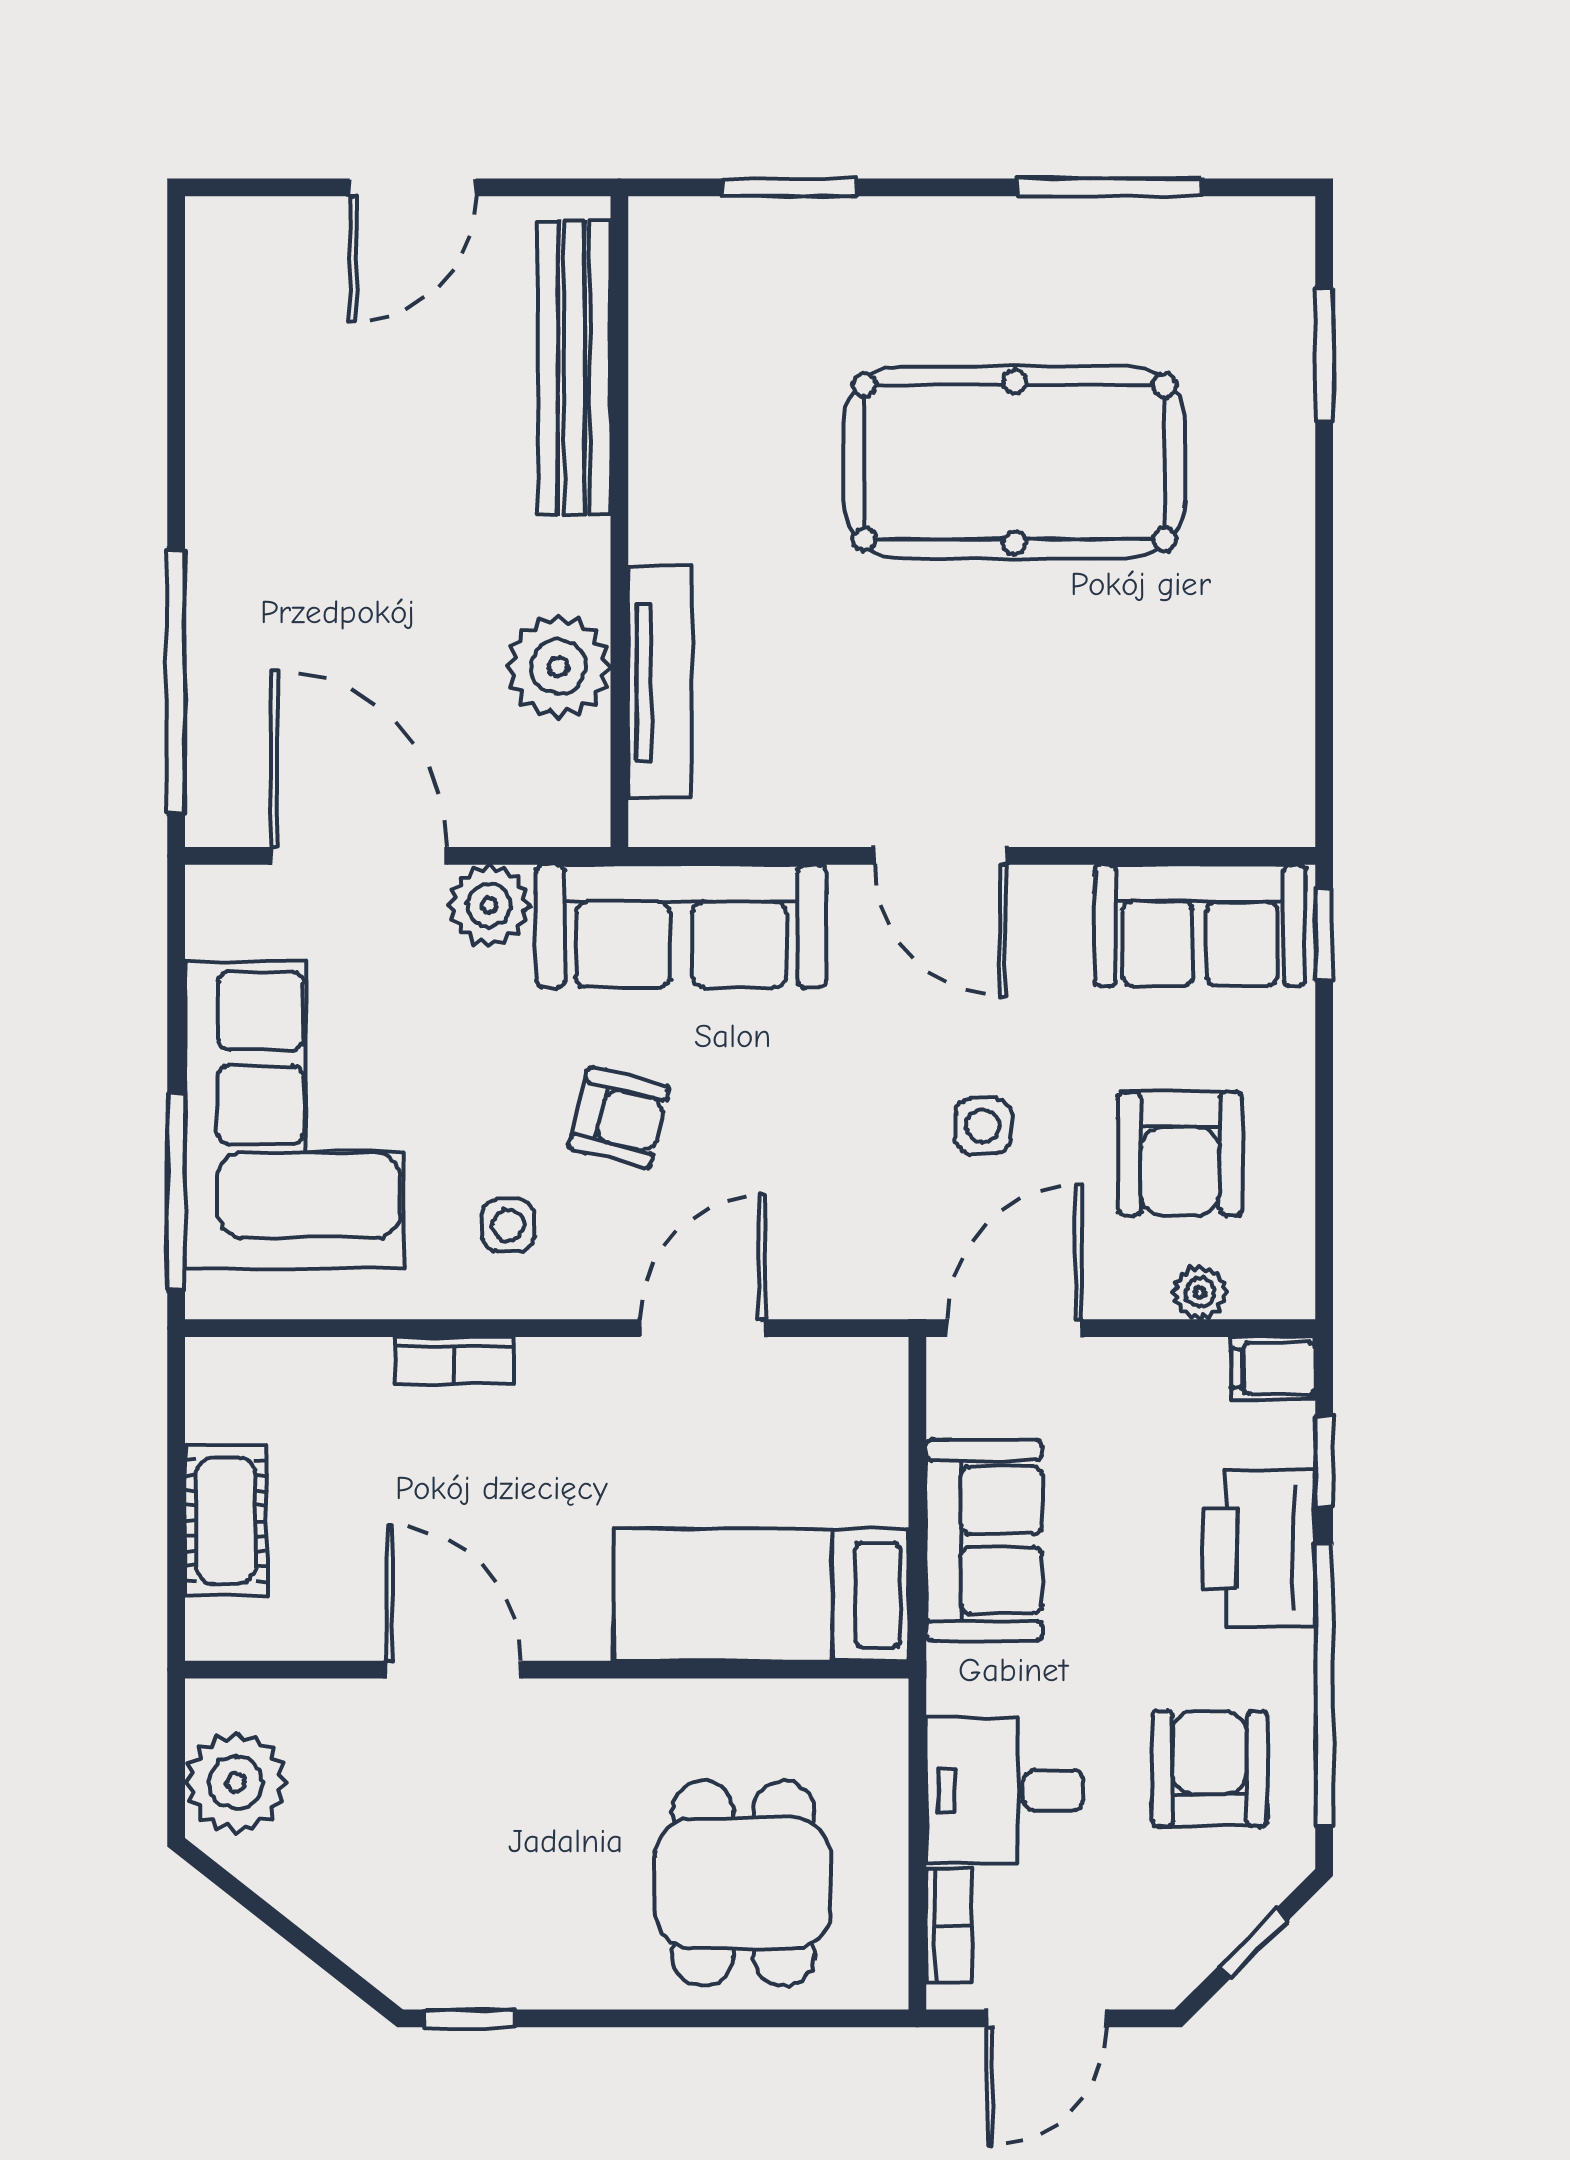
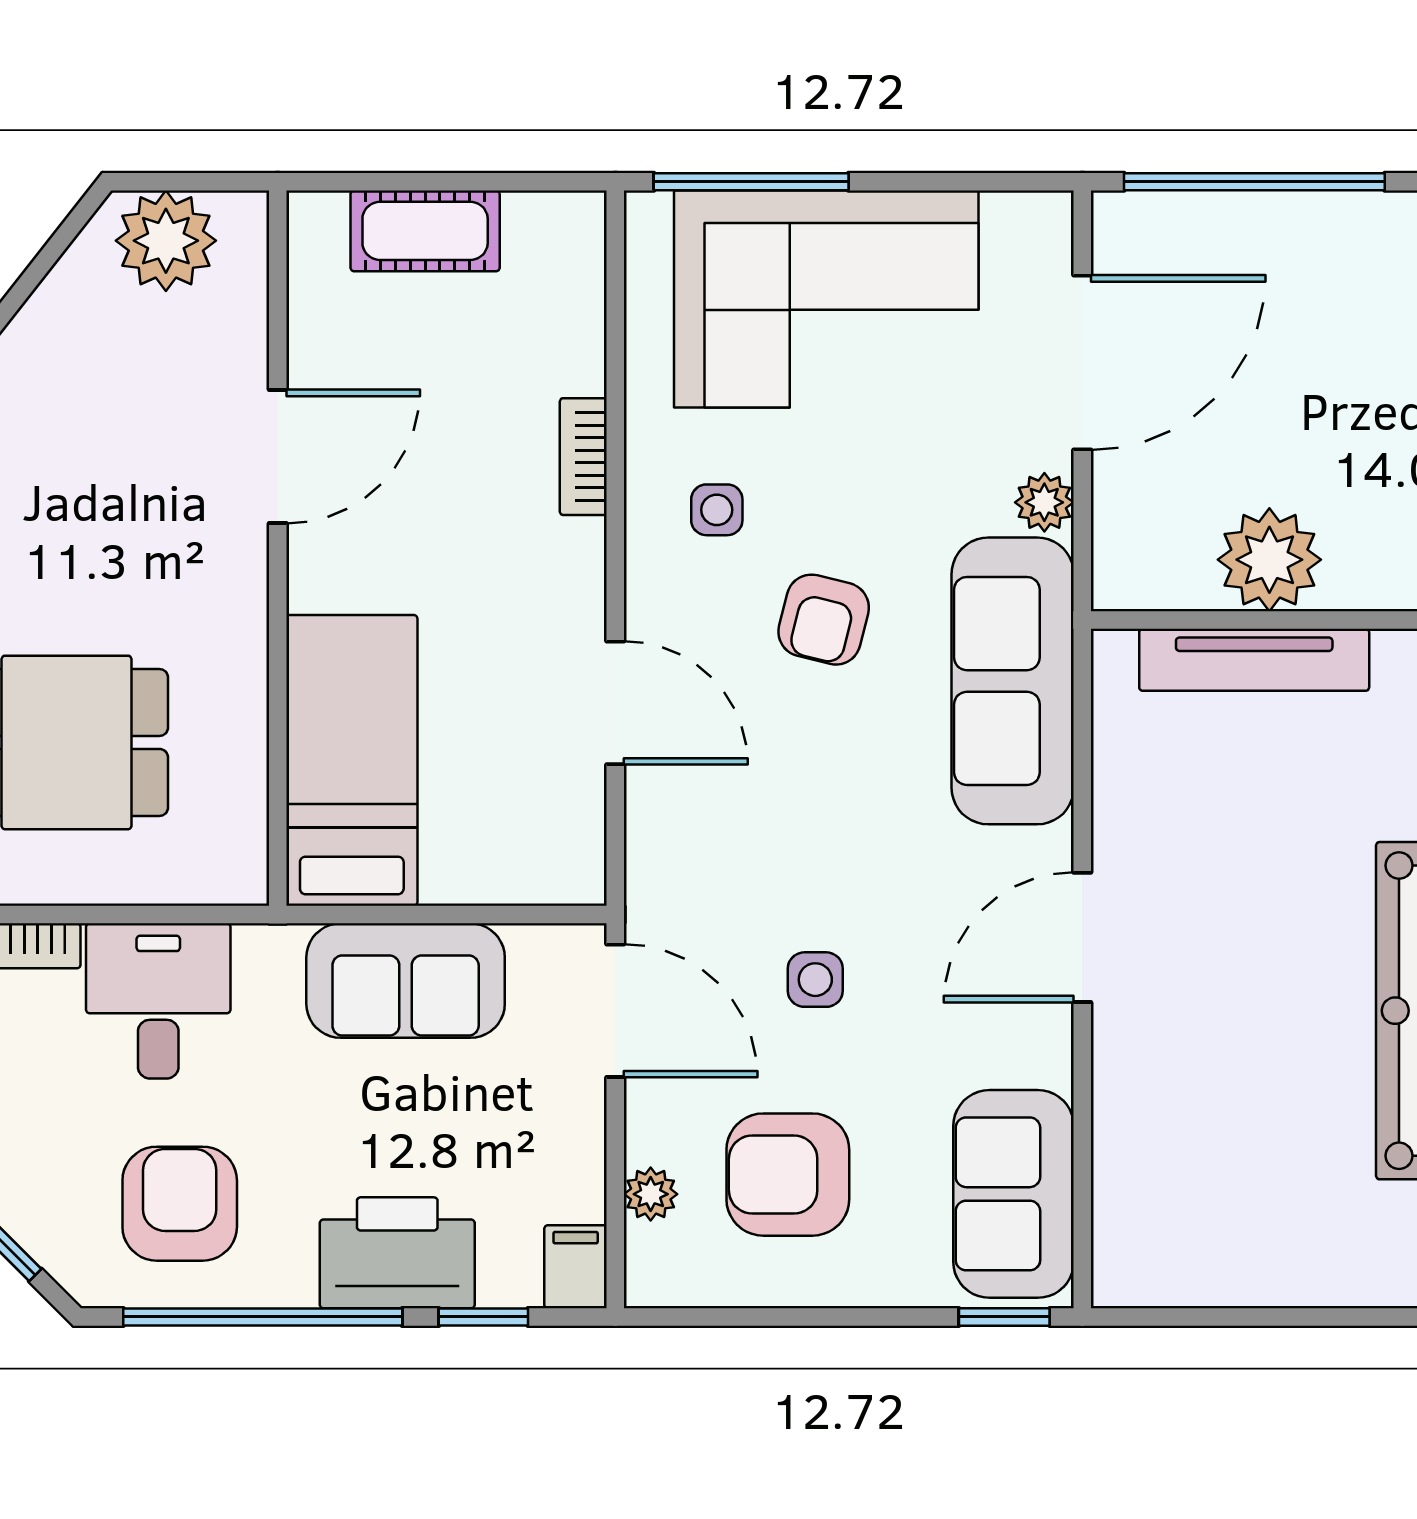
plant: (489, 905) -> (1044, 502), width x0.73, depth x0.73
armchair: (1210, 1769) -> (180, 1204), turned -90

